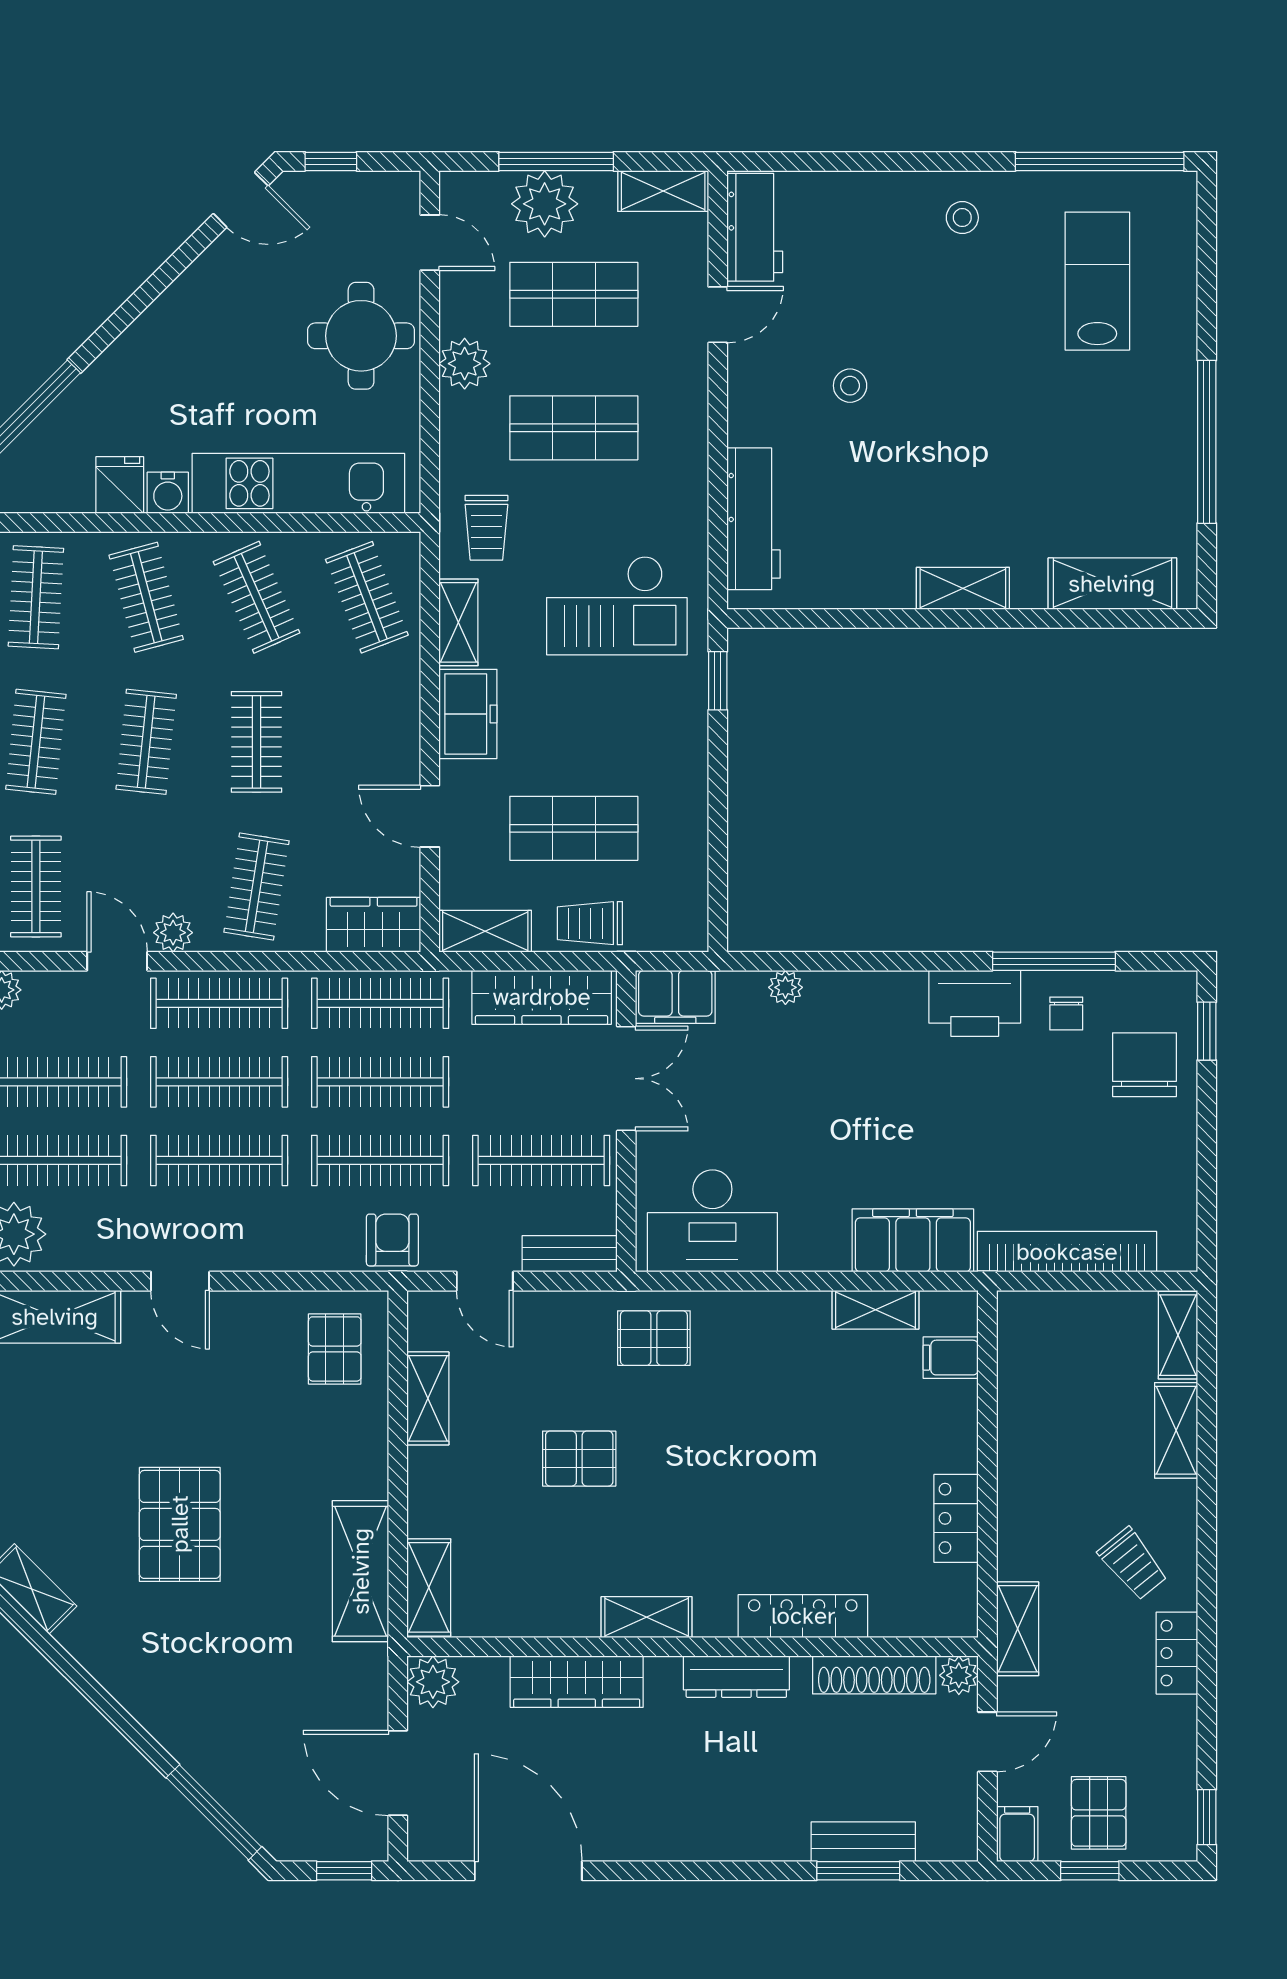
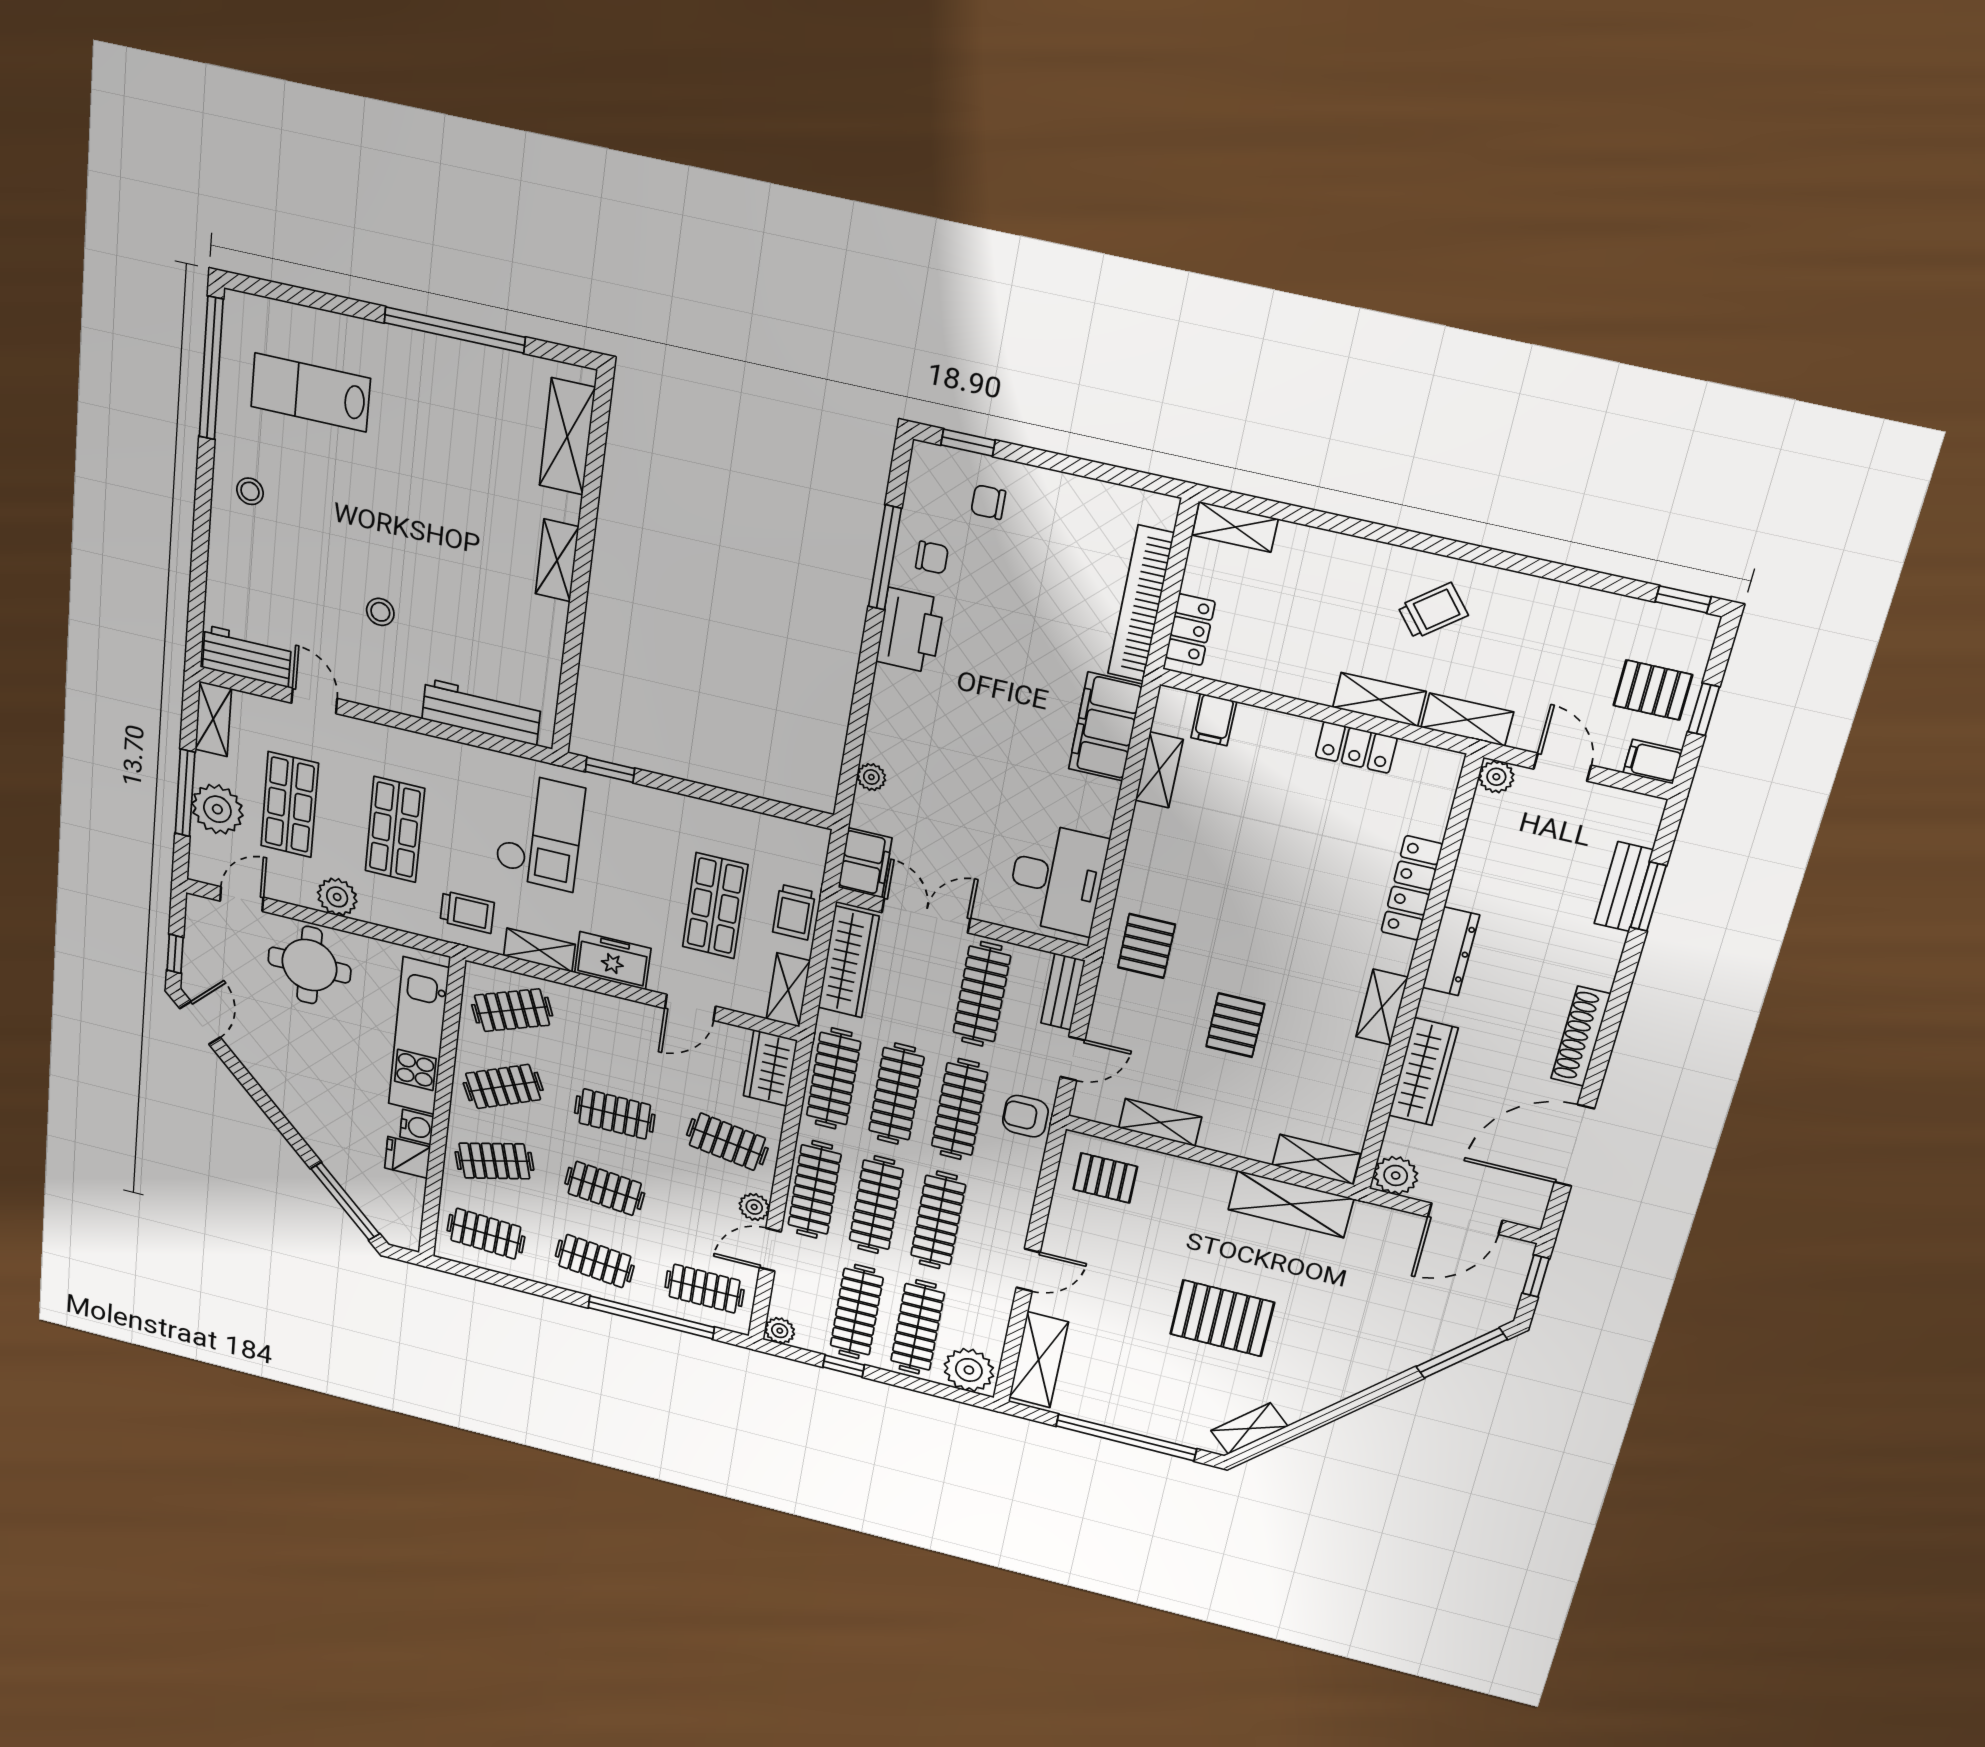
chair: (1144, 1065) -> (988, 502), width x0.54, depth x0.54
shelving: (1176, 1430) -> (1379, 699), moved
locker: (1177, 1653) -> (1190, 630), moved, turned -90
shoe rack: (874, 1675) -> (1581, 1036), moved, turned 180

